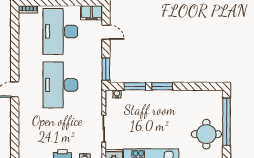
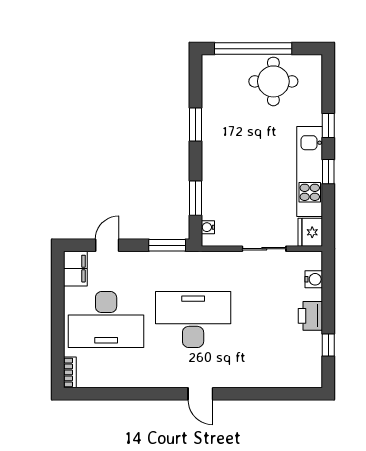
desk: (60, 85) -> (193, 319), turned 180
window: (162, 86) -> (195, 125), moved

